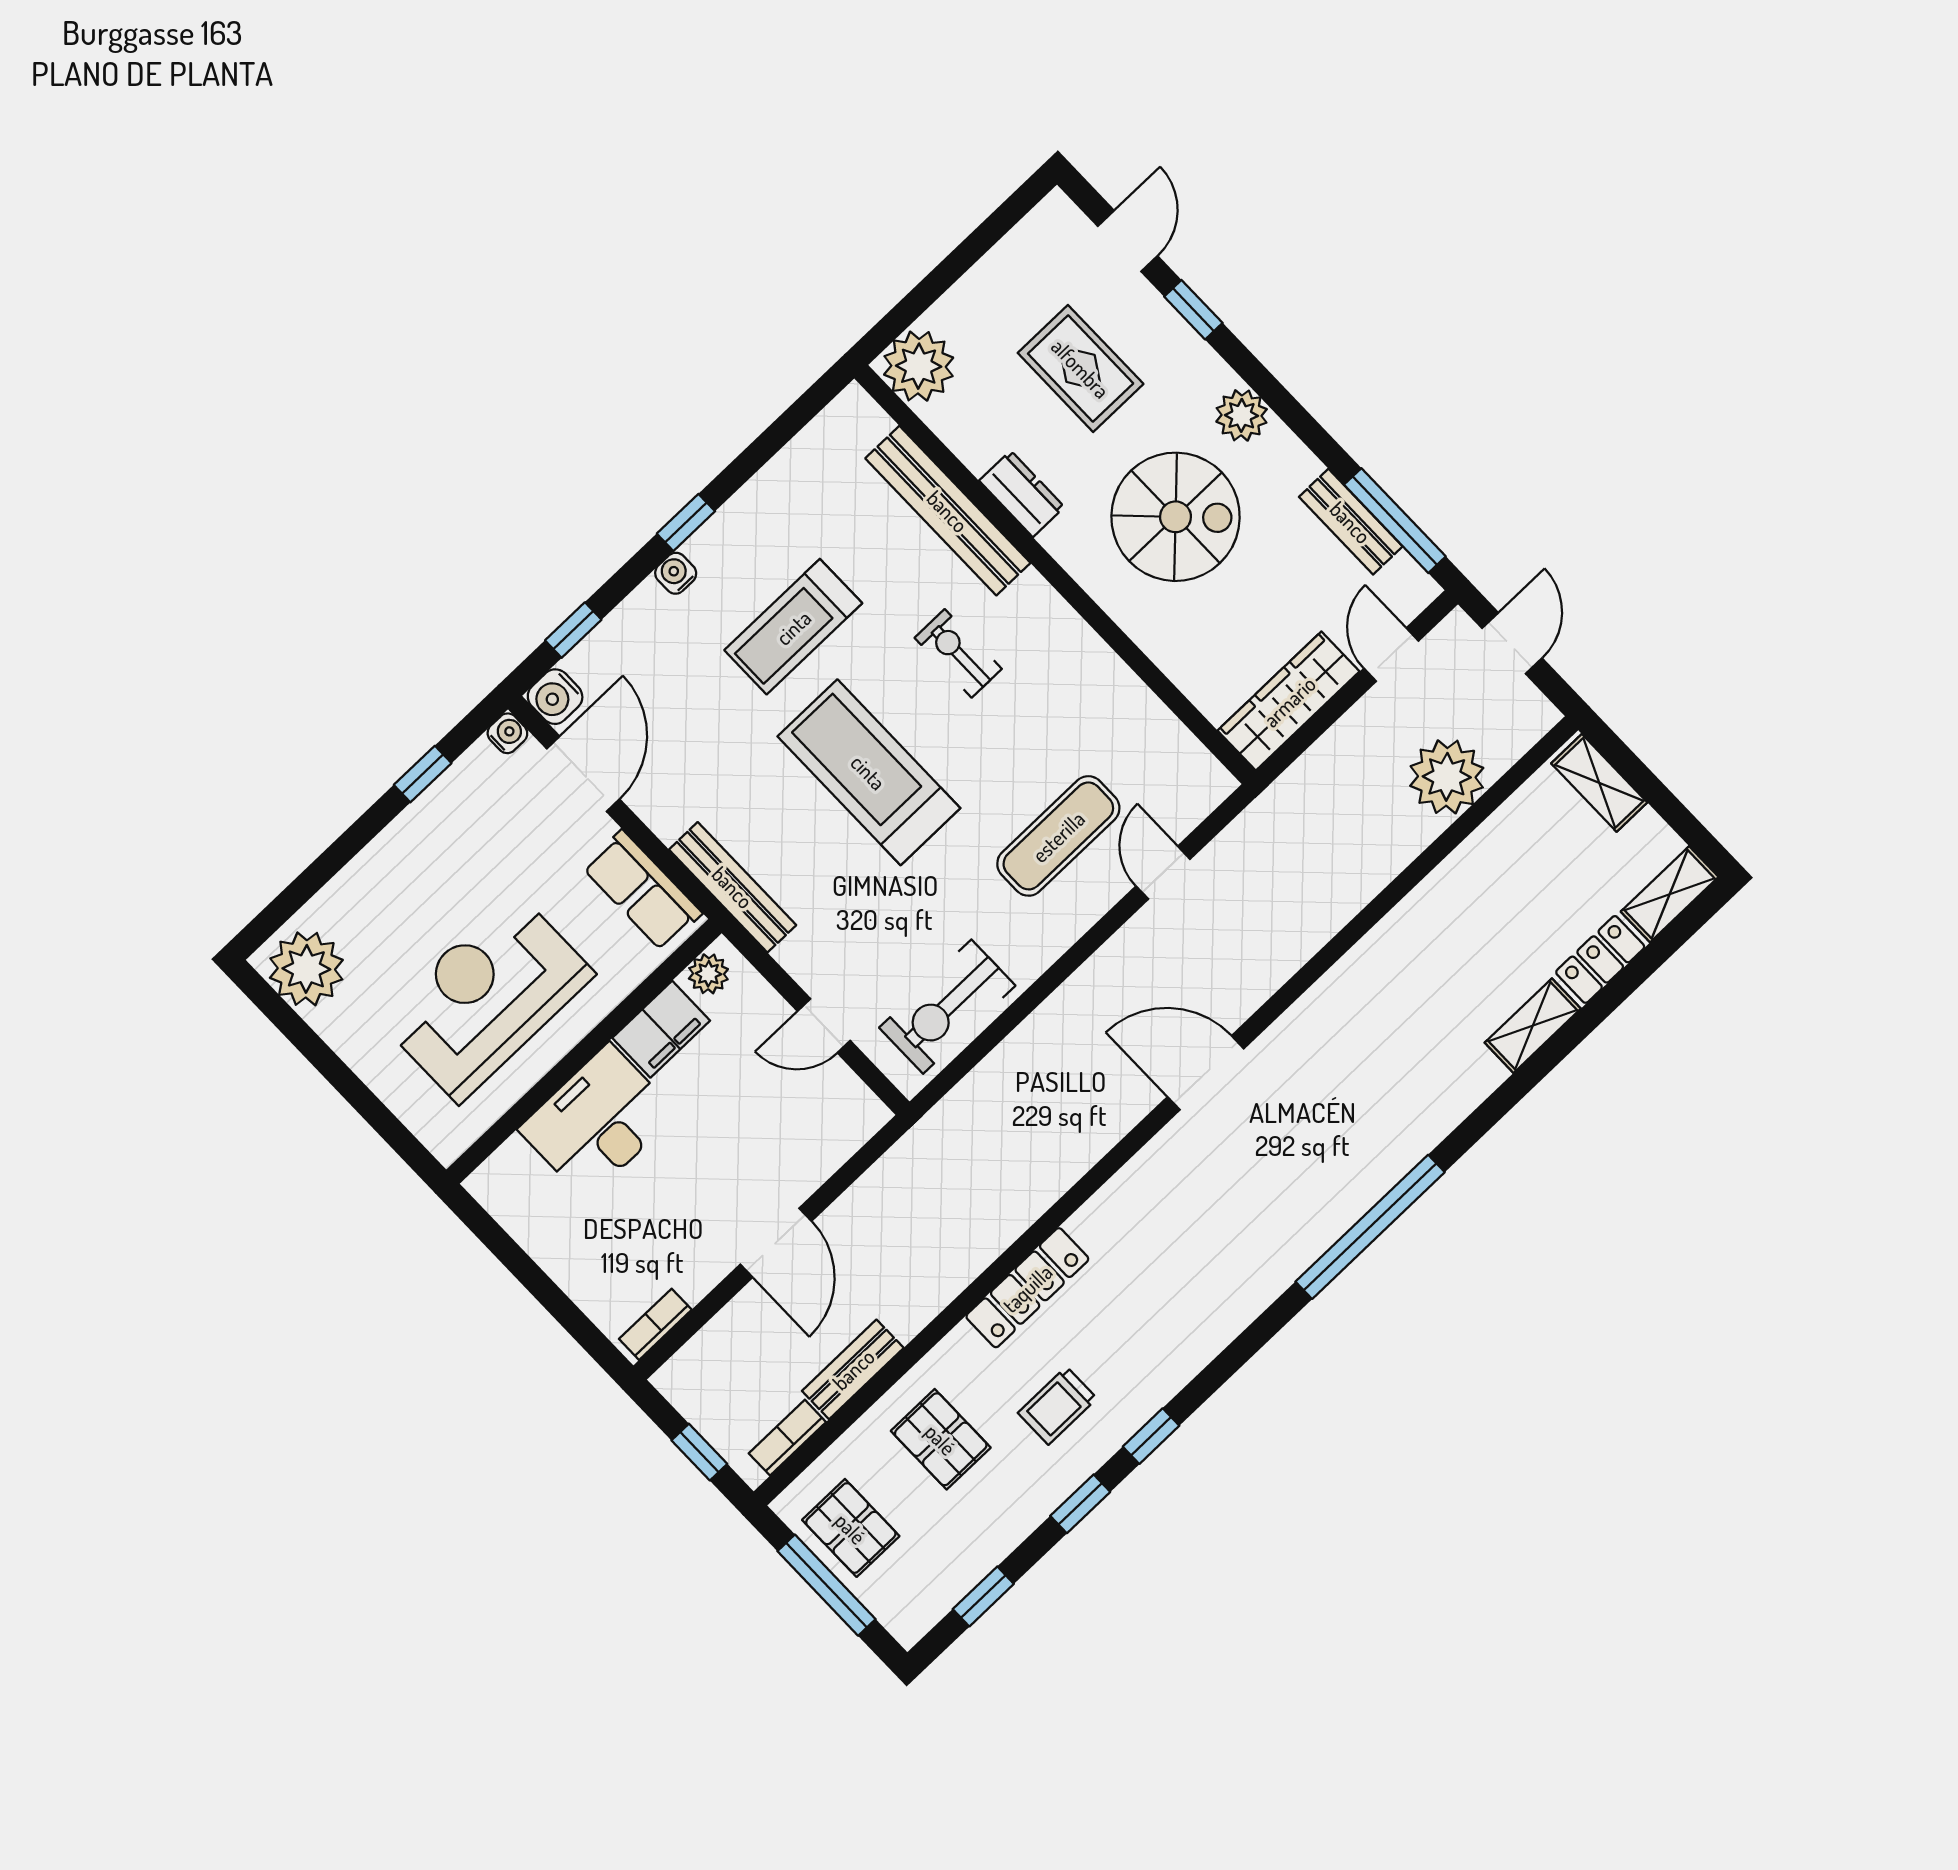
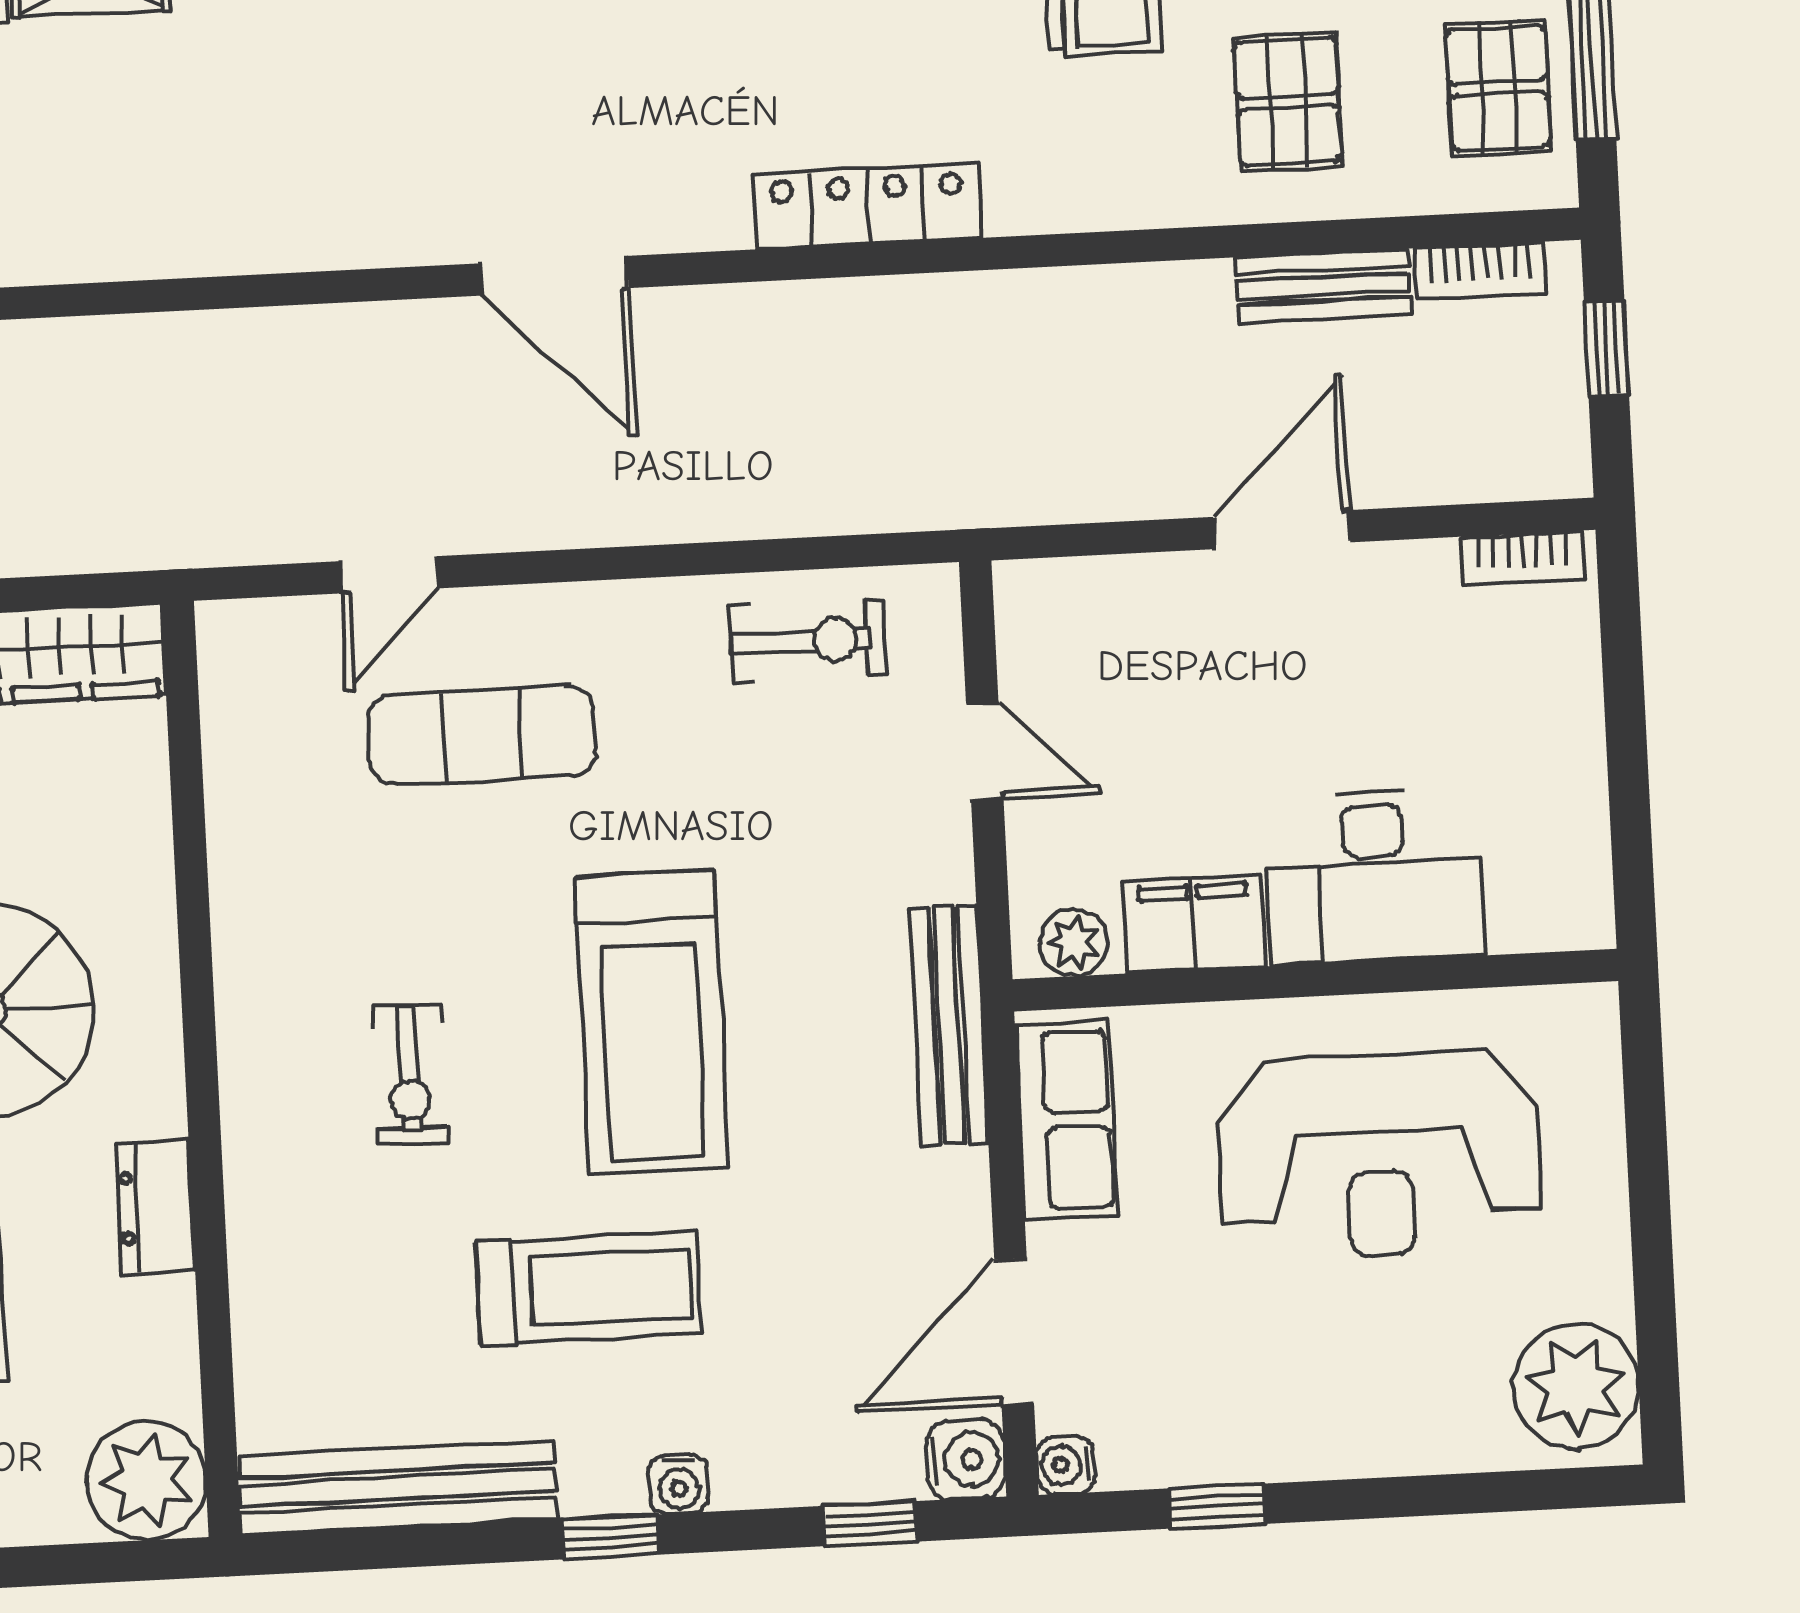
bench: (948, 511) -> (397, 1488), moved, turned 90
exercise bike: (947, 1007) -> (808, 641), width x0.73, depth x0.72
locker: (1027, 1288) -> (867, 206), moved

